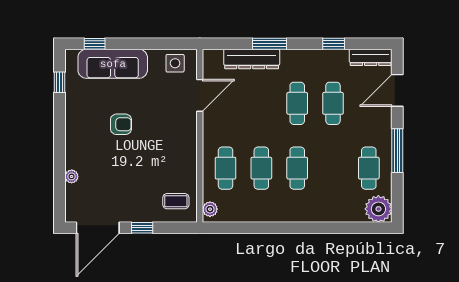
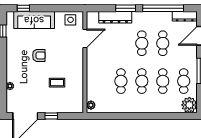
window: (334, 44) -> (163, 8), width x3.17
cafe table: (226, 168) -> (163, 81), moved
coffee table: (176, 201) -> (57, 83), moved

